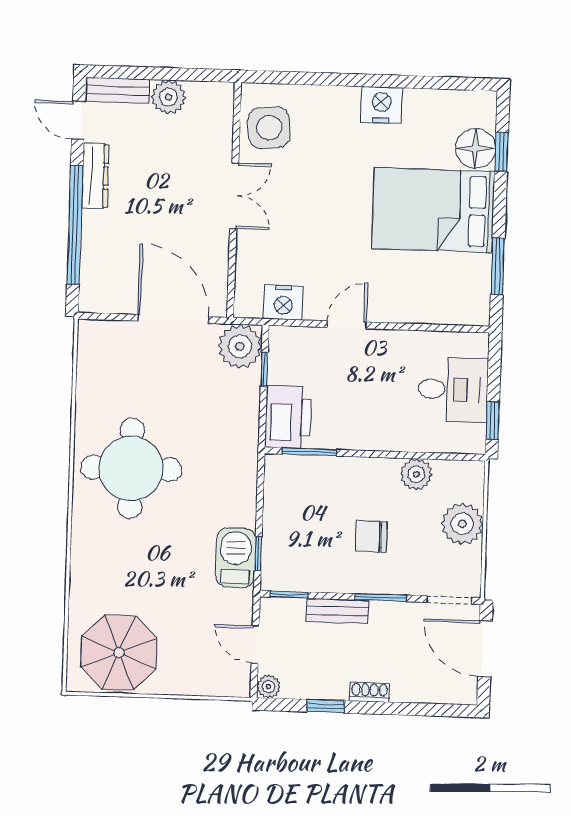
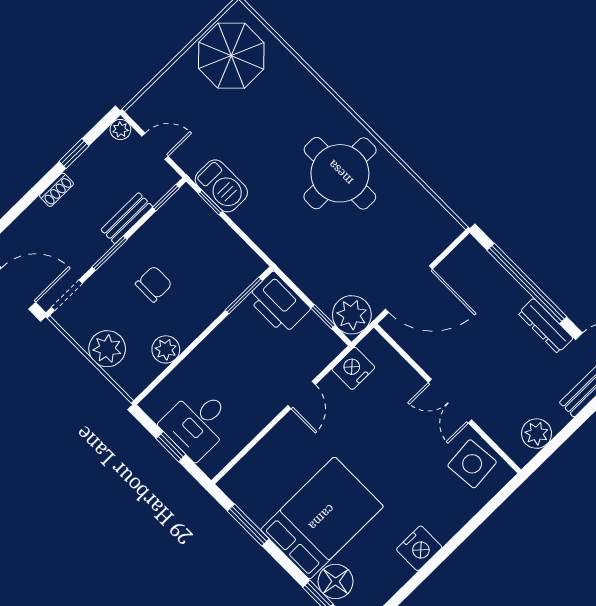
plant: (169, 97) -> (537, 434), moved
window: (493, 421) -> (171, 447), moved

